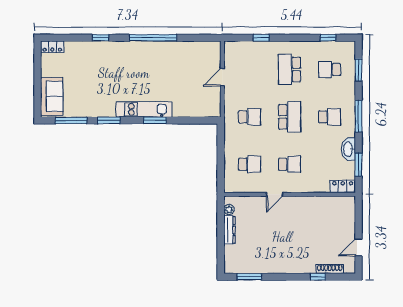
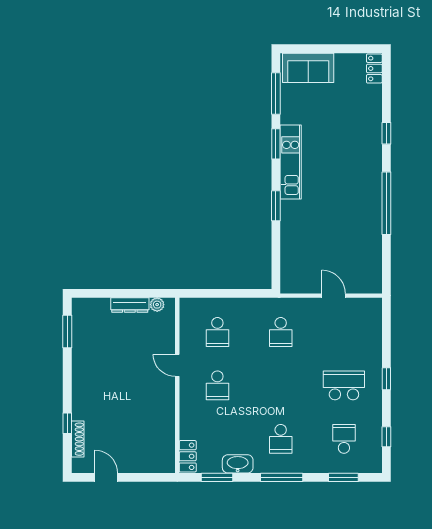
window: (261, 38) -> (386, 379), moved
kitchen unit: (144, 109) -> (291, 162), moved
school desk: (290, 117) -> (281, 385), removed

